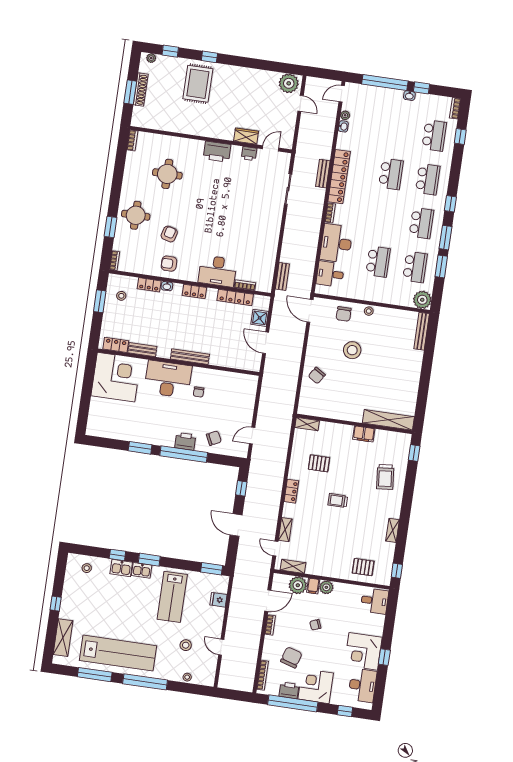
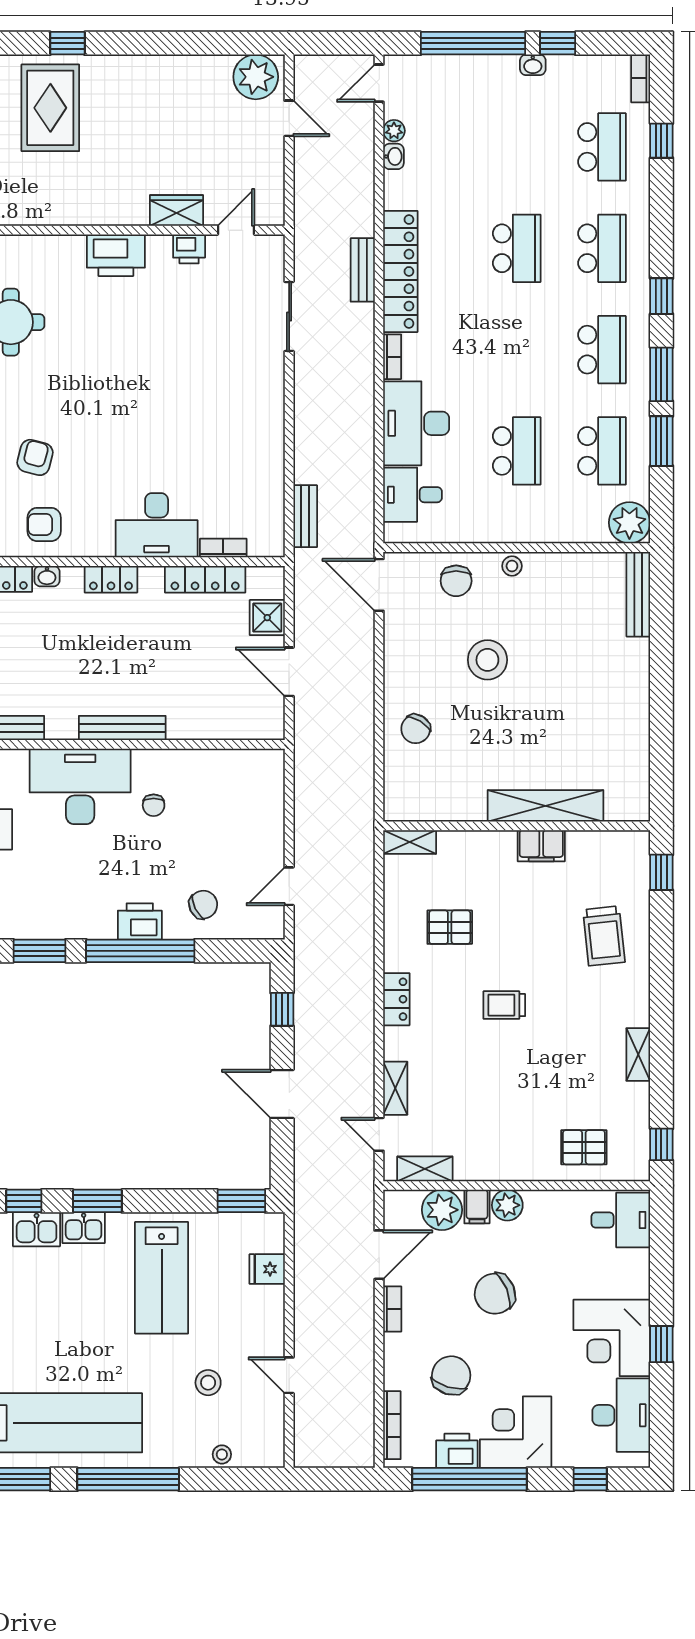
shelving: (388, 420) -> (546, 806), moved
chair: (315, 625) -> (495, 1294), width x1.87, depth x1.87

